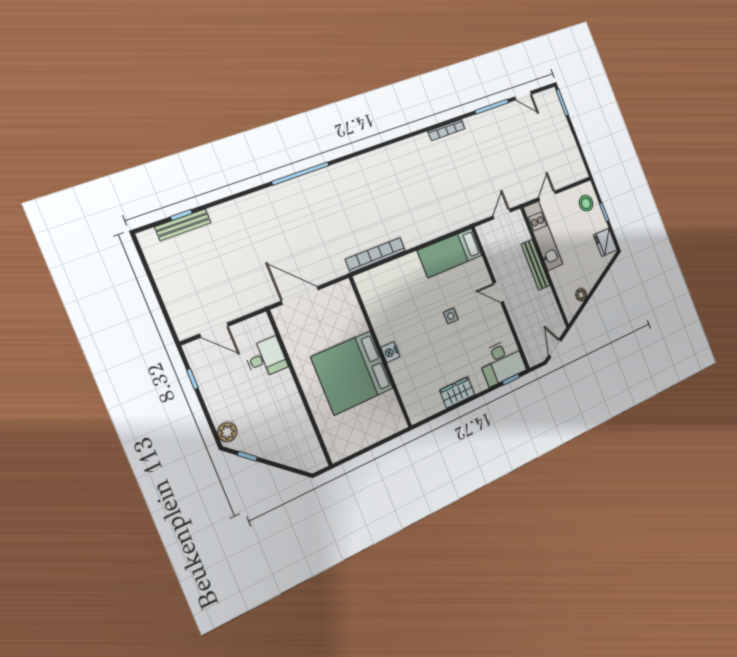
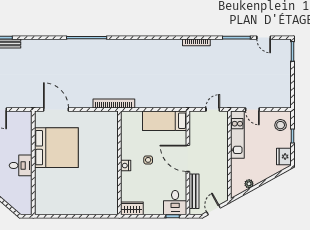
door: (547, 196) -> (252, 109), swing flipped
bench: (536, 265) -> (194, 191), moved
door: (498, 292) -> (188, 158), width x1.88
wall: (380, 352) -> (119, 163), moved
nightstand: (390, 352) -> (126, 166), moved
desk: (266, 358) -> (21, 165), moved
desk: (502, 362) -> (175, 203), width x0.73
bed: (352, 373) -> (56, 148), moved, turned 180

